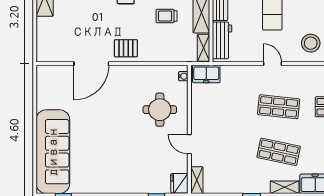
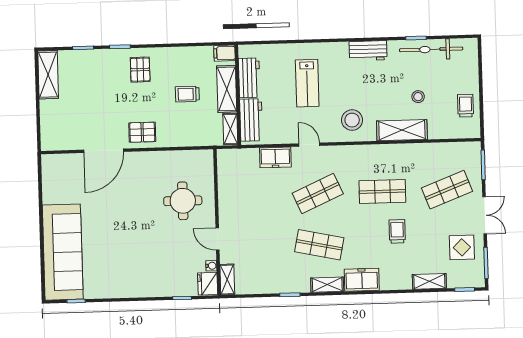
freezer: (206, 74) -> (275, 157), moved
water cooler: (183, 76) -> (211, 266), moved
shop shelf: (279, 107) -> (318, 193), turned -30

